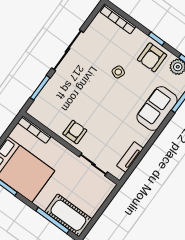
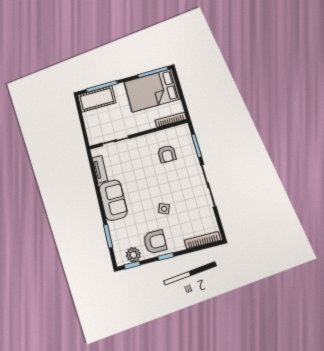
armchair: (152, 57) -> (155, 242), turned 90
sofa: (157, 109) -> (113, 200), moved
armchair: (75, 132) -> (167, 154), moved

